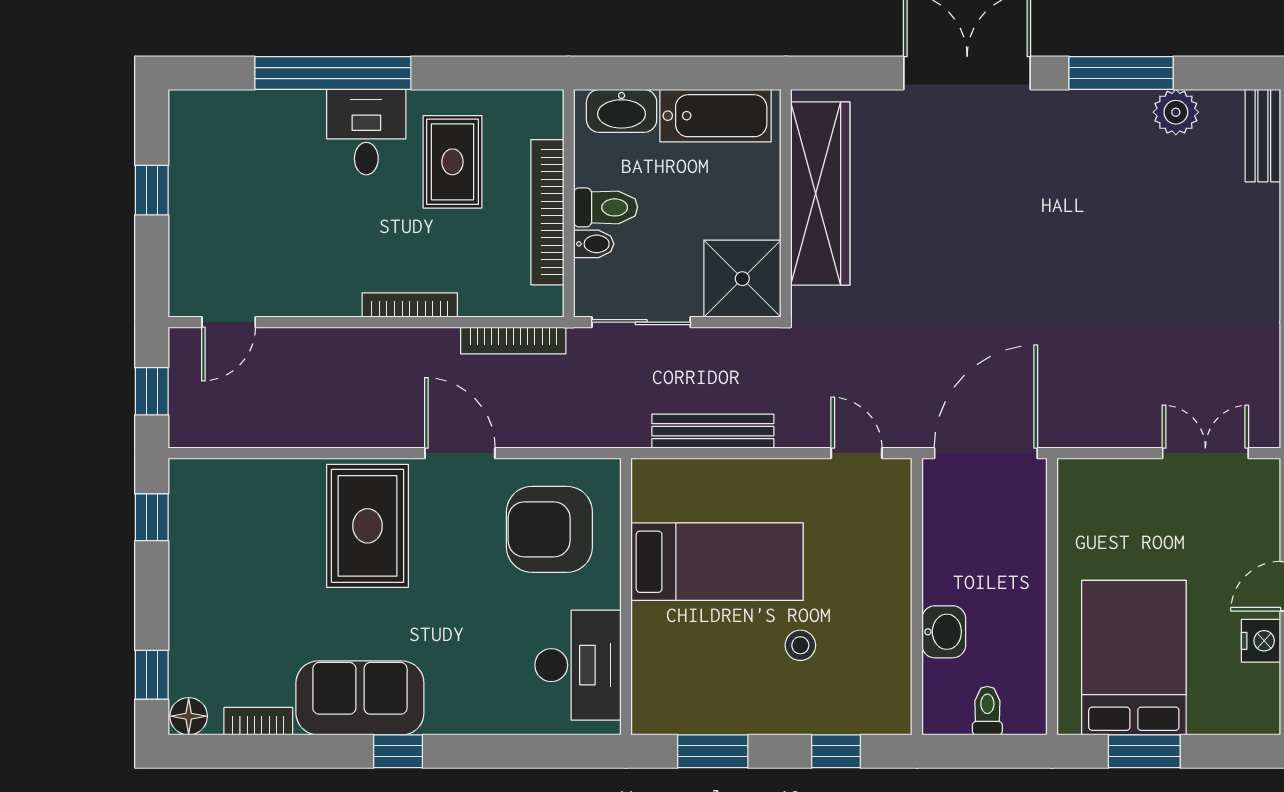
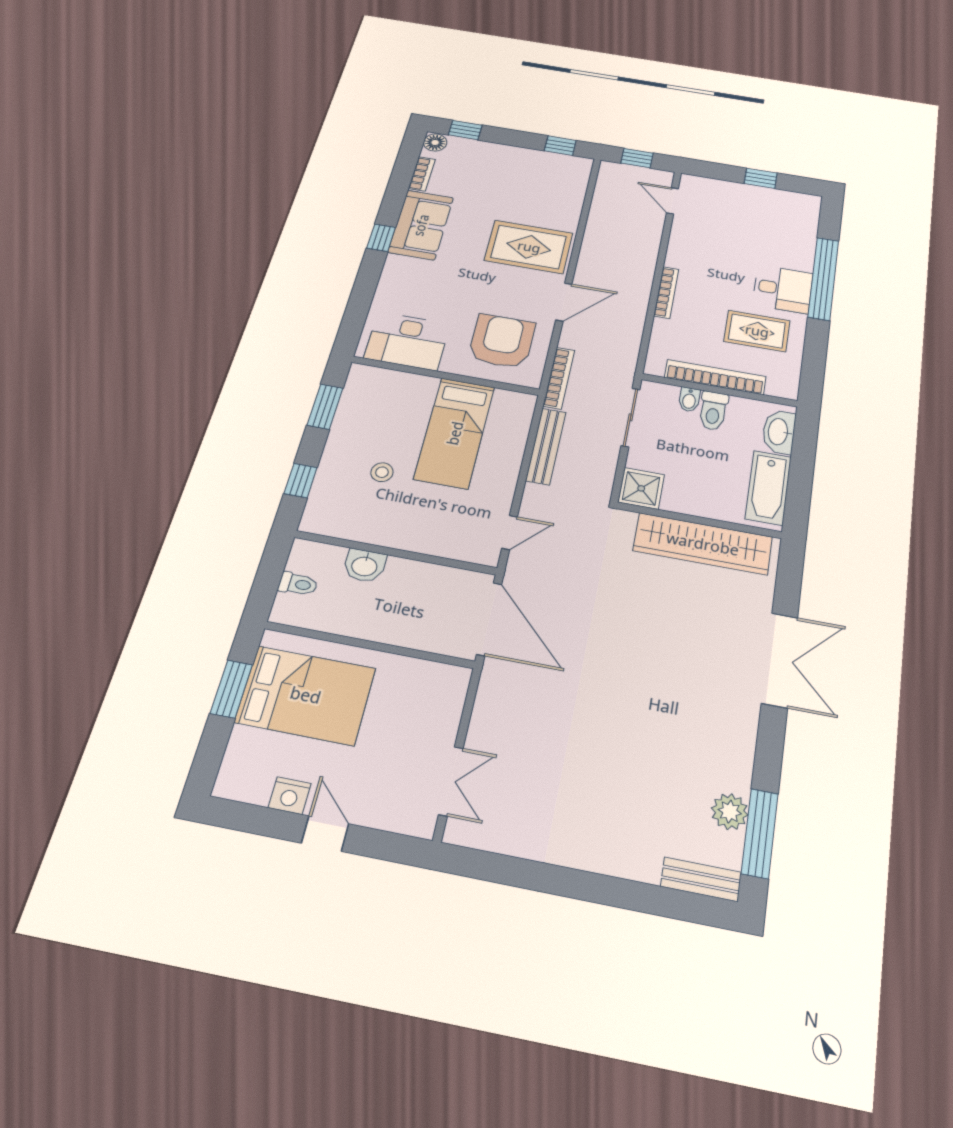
window: (1121, 73) -> (760, 833), moved
shower: (742, 279) -> (641, 488), width x0.73, depth x0.73
bookcase: (513, 340) -> (559, 378), moved, turned 180

